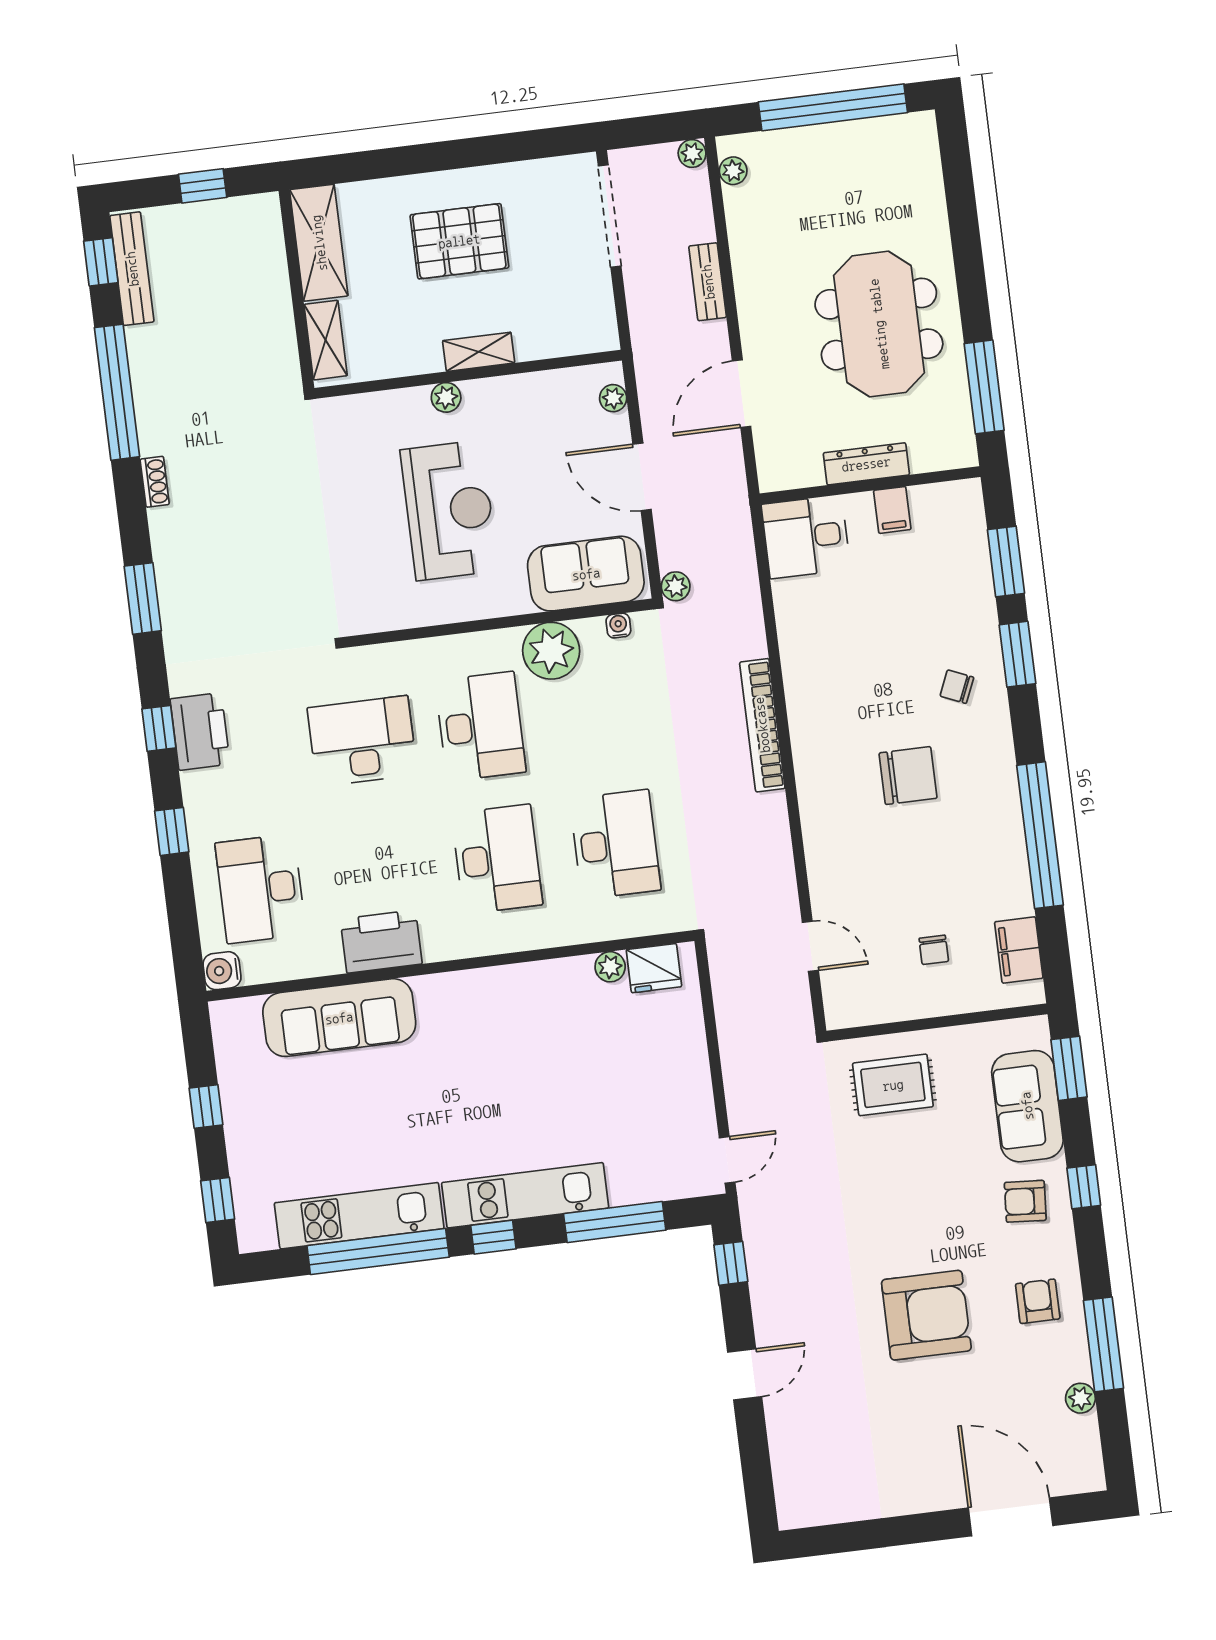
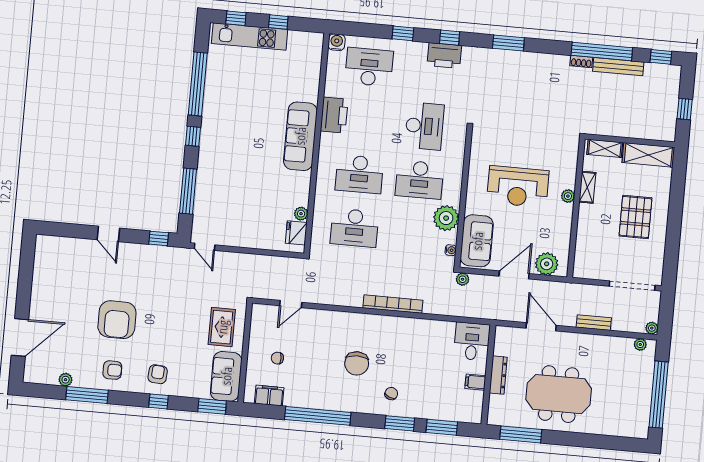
bench: (132, 269) -> (618, 67), moved
shelving: (479, 352) -> (587, 187), moved
plant: (613, 398) -> (547, 264), width x1.87, depth x1.87
shoe rack: (155, 482) -> (581, 62), moved
sofa: (339, 1018) -> (300, 136), moved
sofa: (1027, 1106) -> (226, 376), moved, turned -90
kitchen unit: (525, 1195) -> (208, 154), removed
kitchen unit: (359, 1216) -> (250, 37), moved, turned 90

